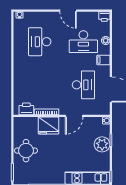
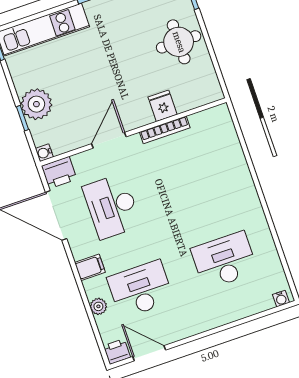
door: (68, 11) -> (149, 353), moved
desk: (40, 42) -> (224, 260), turned -90
printer: (26, 109) -> (59, 173), moved
fridge: (48, 126) -> (163, 106), width x0.53, depth x0.75

